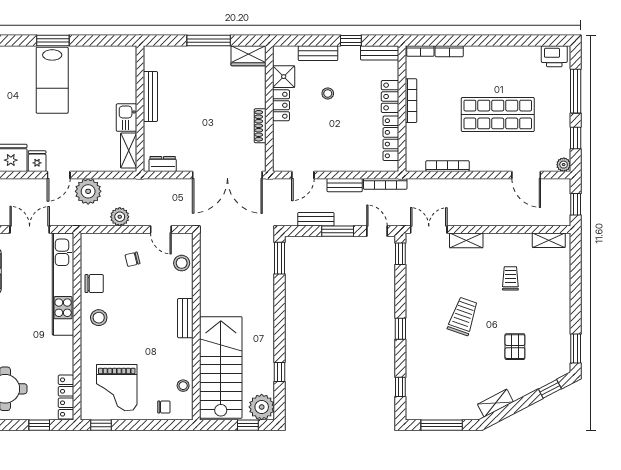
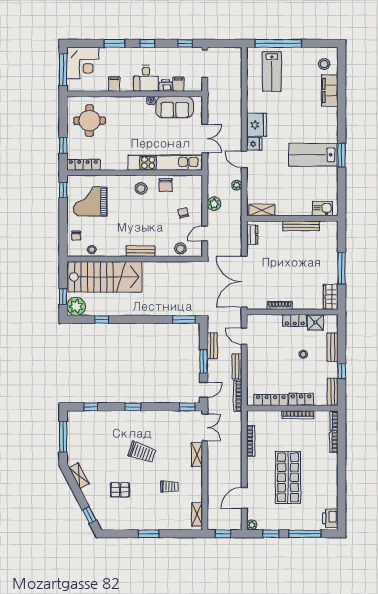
kitchen sink: (127, 118) -> (323, 209), moved
plant: (88, 191) -> (237, 185), width x0.53, depth x0.53
window: (576, 349) -> (149, 534), moved

